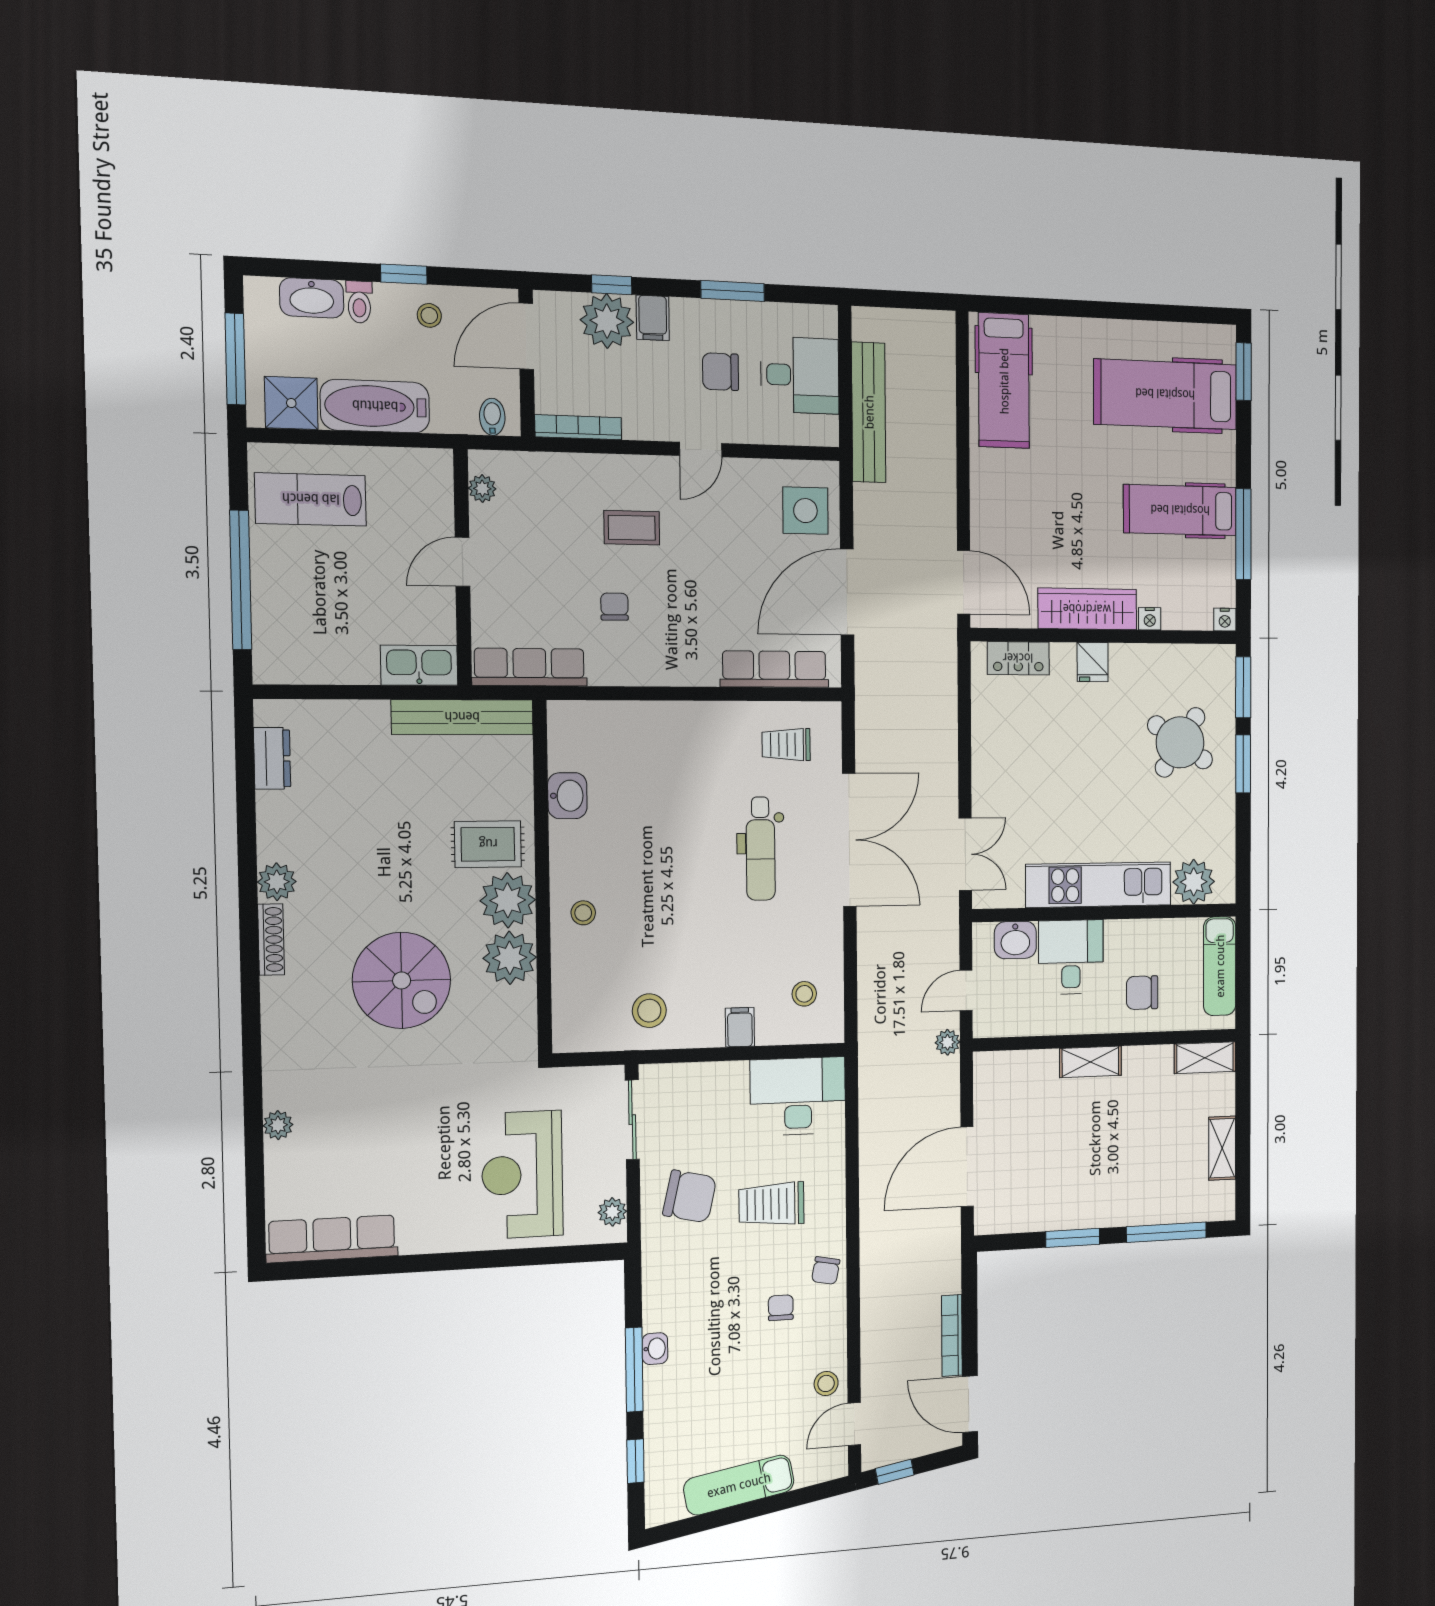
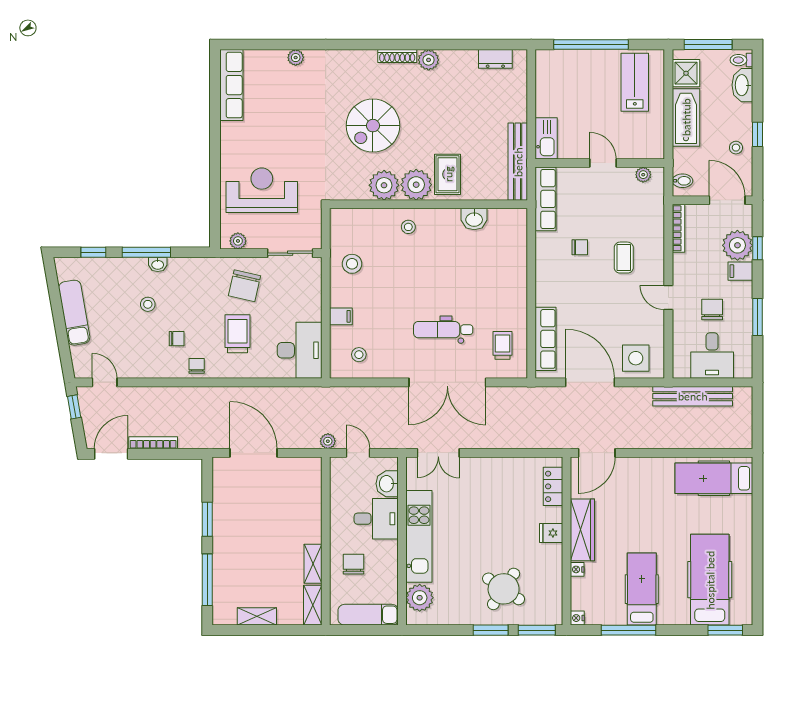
toilet: (359, 302) -> (741, 60), moved
shelving: (1090, 1062) -> (313, 564), moved
chair: (826, 1271) -> (197, 366), turned 79
stool: (826, 1383) -> (148, 304), moved

